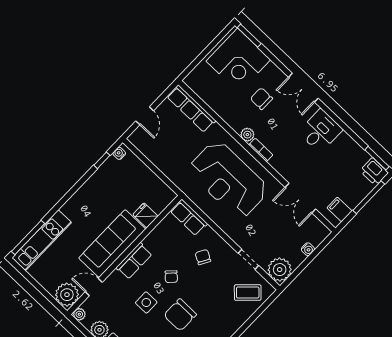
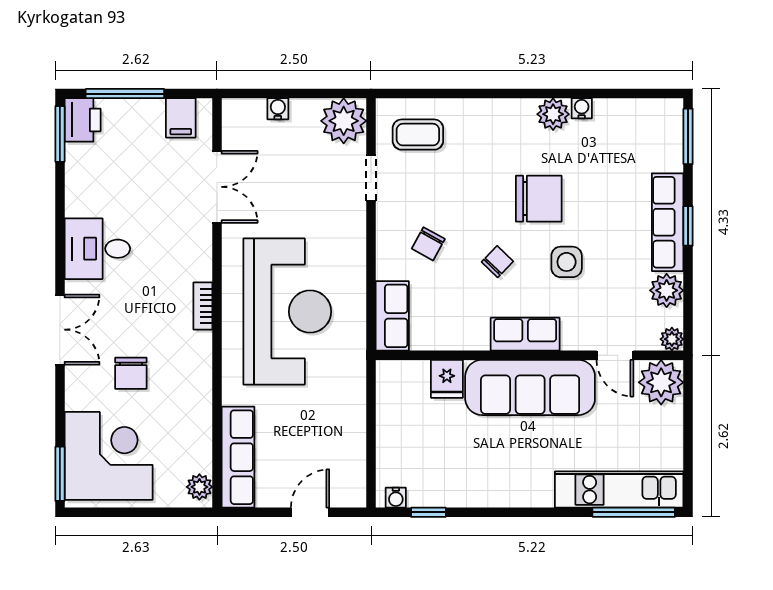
plant: (247, 135) -> (199, 487), moved
coffee table: (248, 293) -> (418, 135), turned -46

